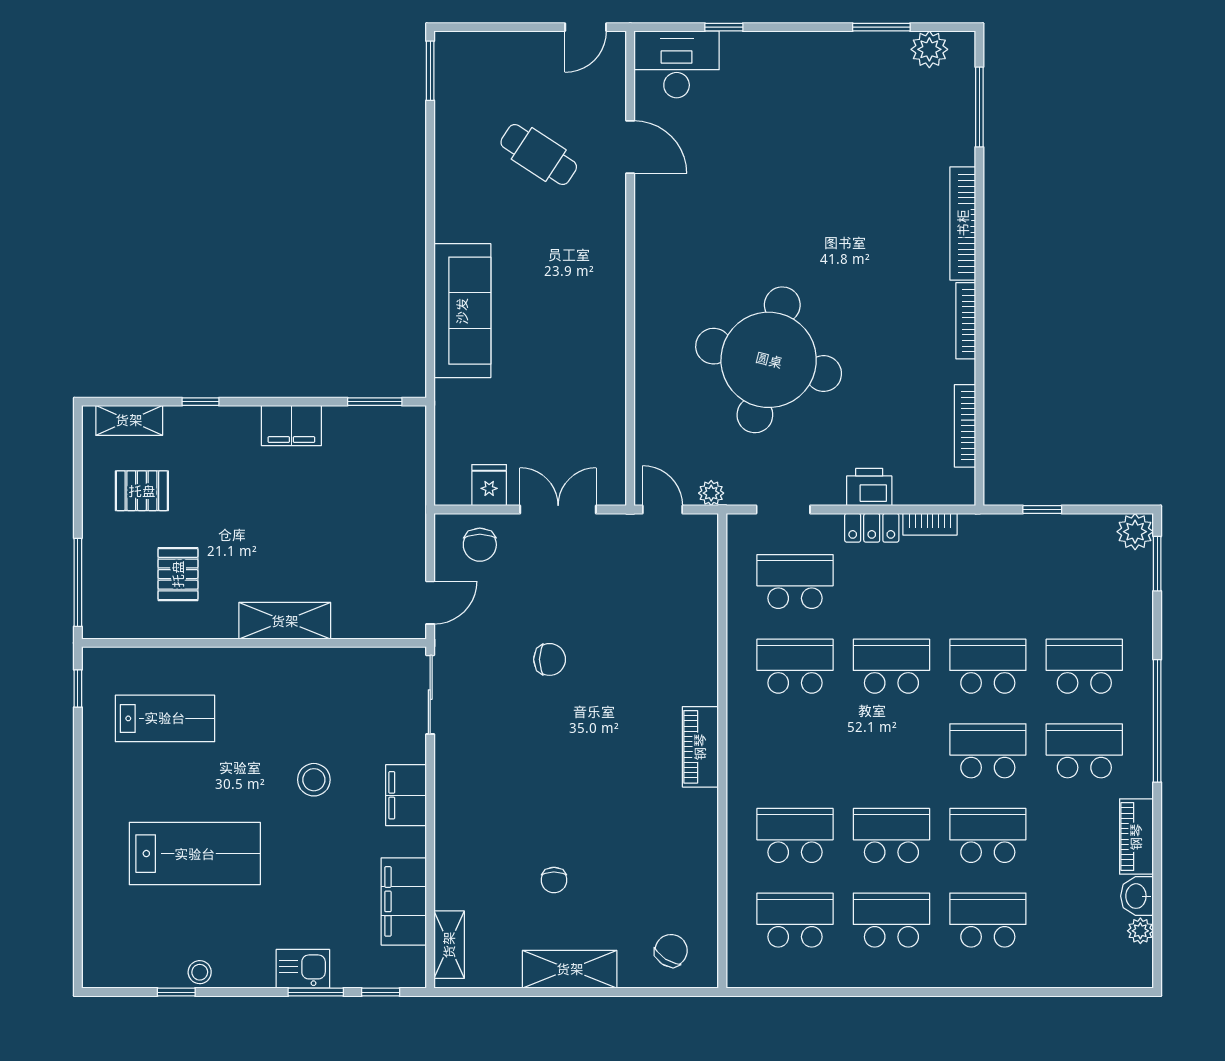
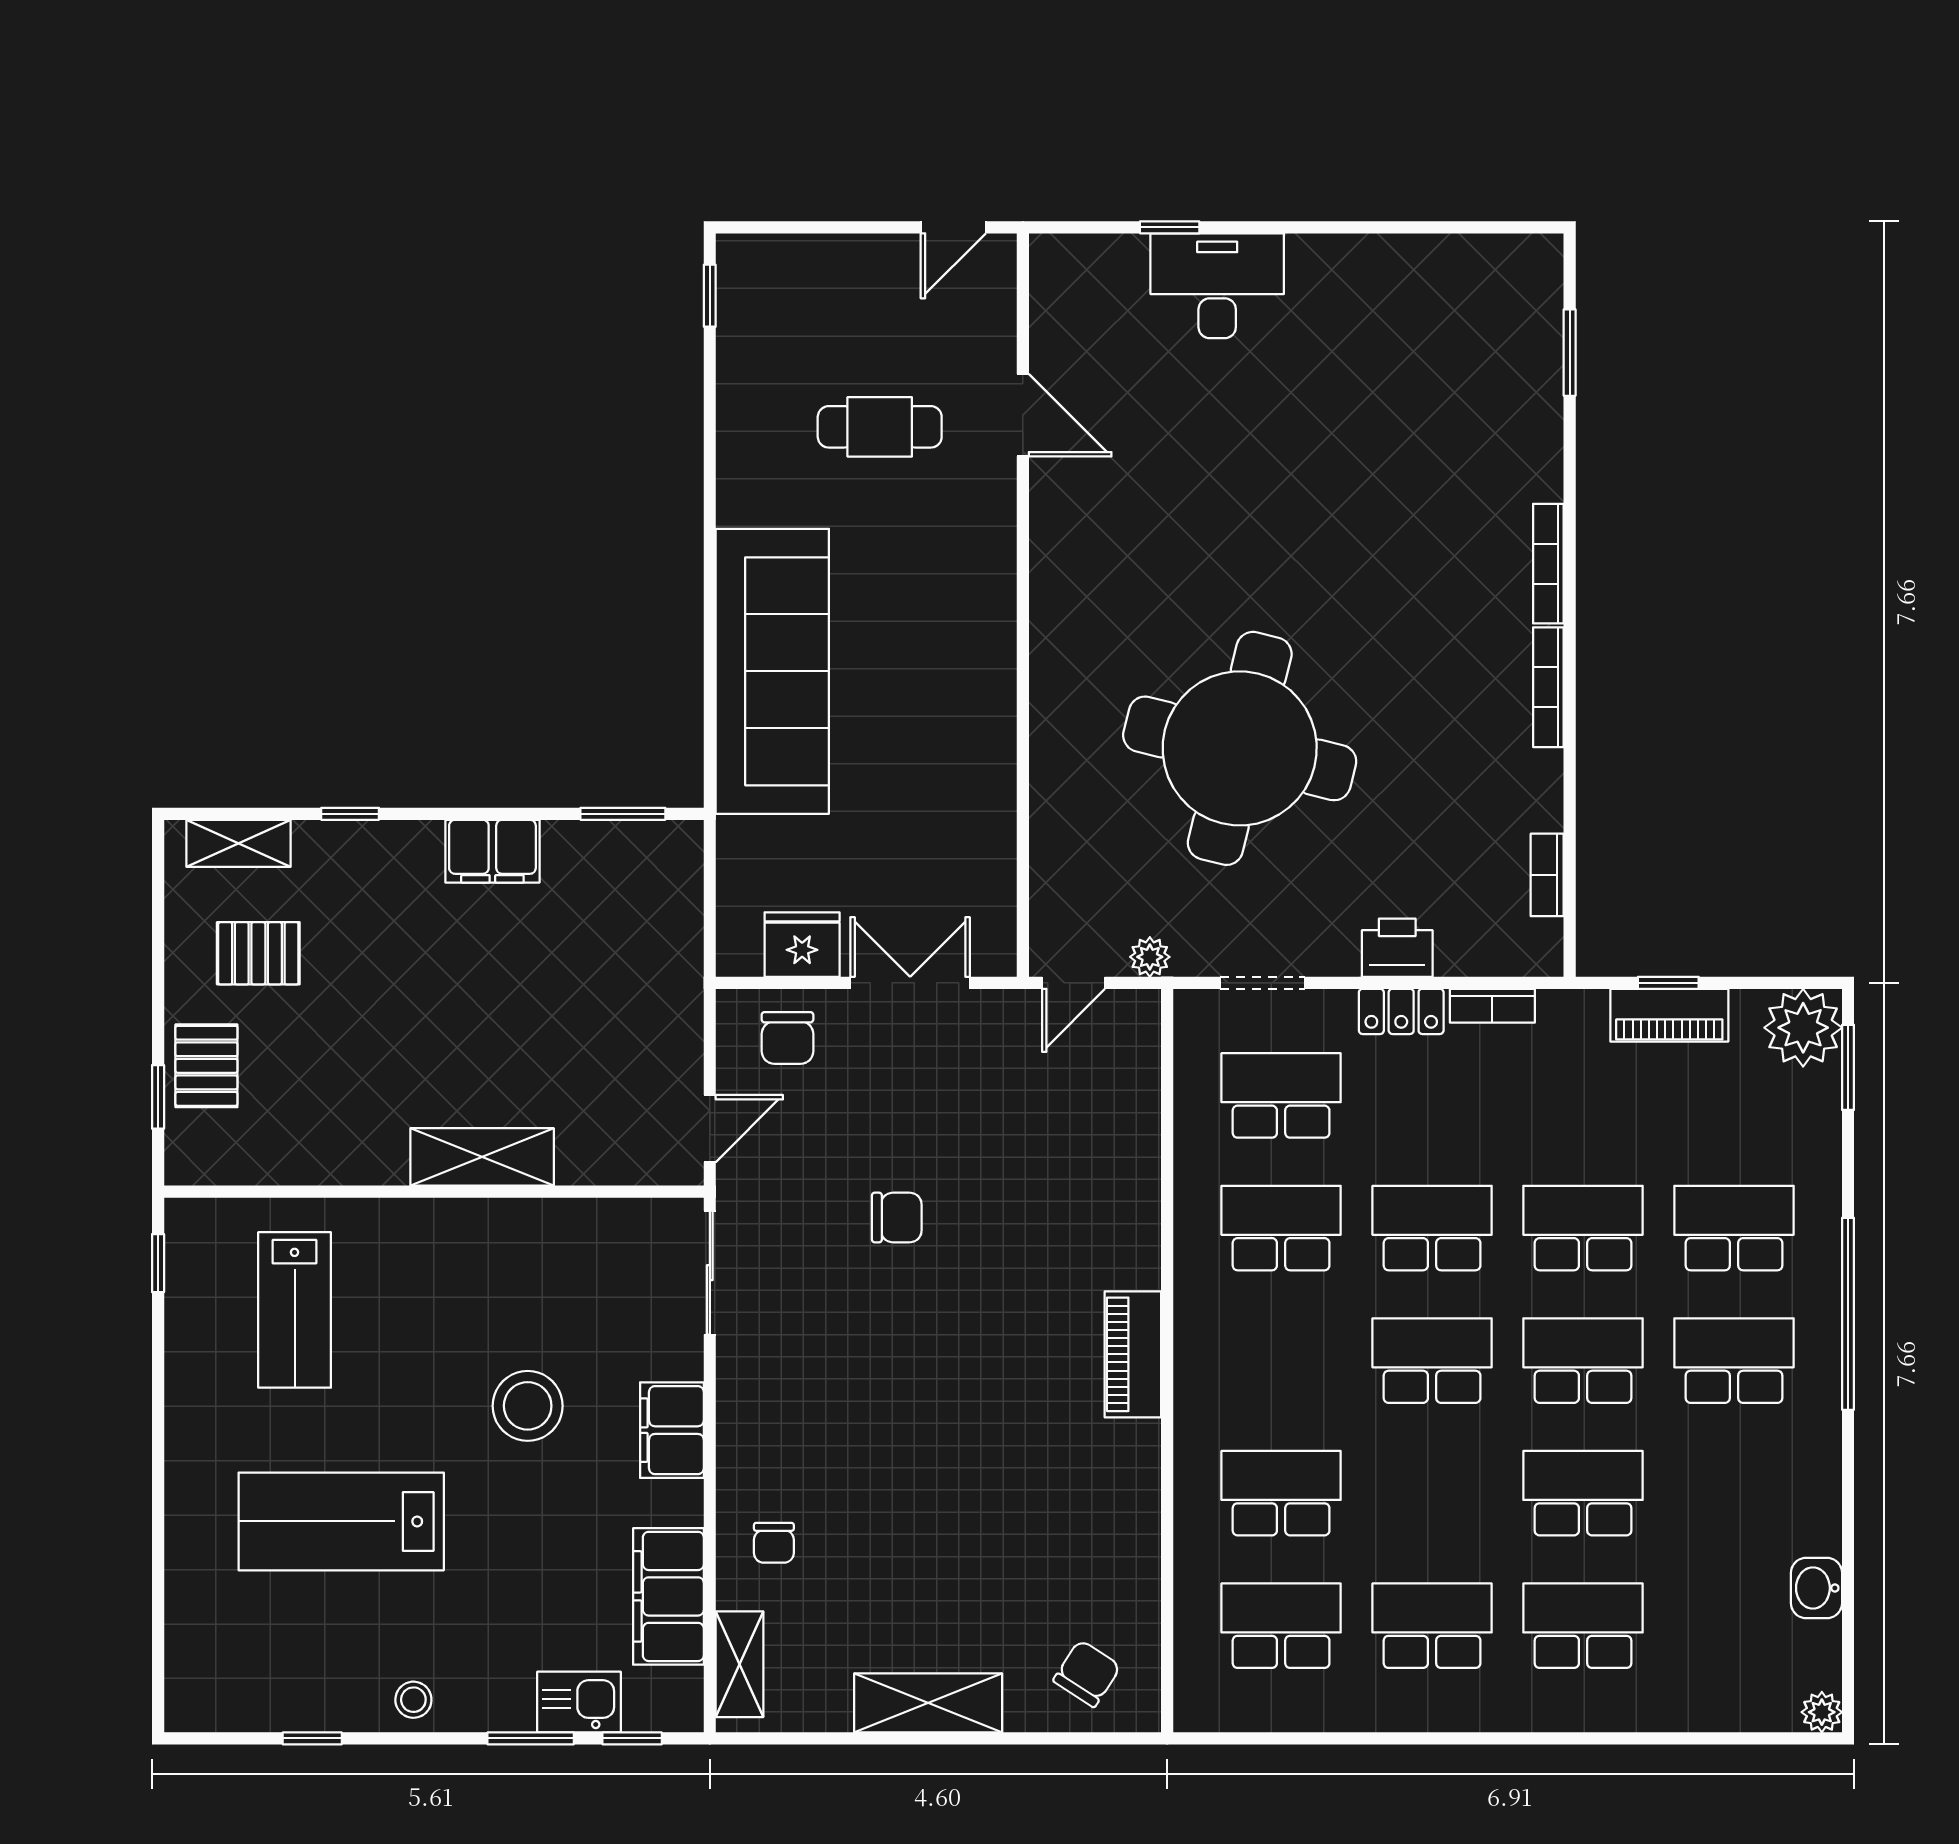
window: (881, 27) -> (1416, 227), removed
plant: (929, 49) -> (1491, 262), removed
desk: (677, 64) -> (1217, 286), moved
window: (430, 71) -> (710, 296), width x0.67
window: (979, 107) -> (1570, 353), width x0.69
cafe table: (539, 154) -> (880, 427), turned -33
bookcase: (963, 223) -> (1548, 564), width x0.68, depth x0.76
sofa: (462, 311) -> (772, 671), width x1.36, depth x1.27
bookcase: (965, 426) -> (1547, 875), width x0.64
fridge: (489, 485) -> (802, 945), width x1.38
door: (662, 510) -> (1073, 983), swing flipped
plant: (1135, 532) -> (1803, 1028), width x1.36, depth x1.36
pallet: (178, 574) -> (206, 1066), moved
window: (78, 582) -> (158, 1097), width x0.46
lab bench: (165, 718) -> (295, 1310), turned 90
stool: (314, 780) -> (528, 1406), width x1.38, depth x1.38
school desk: (891, 835) -> (1432, 1361), moved
piano: (1136, 837) -> (1669, 1015), moved, turned -90
lab bench: (195, 854) -> (341, 1521), turned 180
chair: (554, 880) -> (774, 1543), moved
plant: (1140, 931) -> (1822, 1712), moved
kitchen sink: (303, 969) -> (579, 1702), moved
stool: (200, 972) -> (413, 1700), moved

